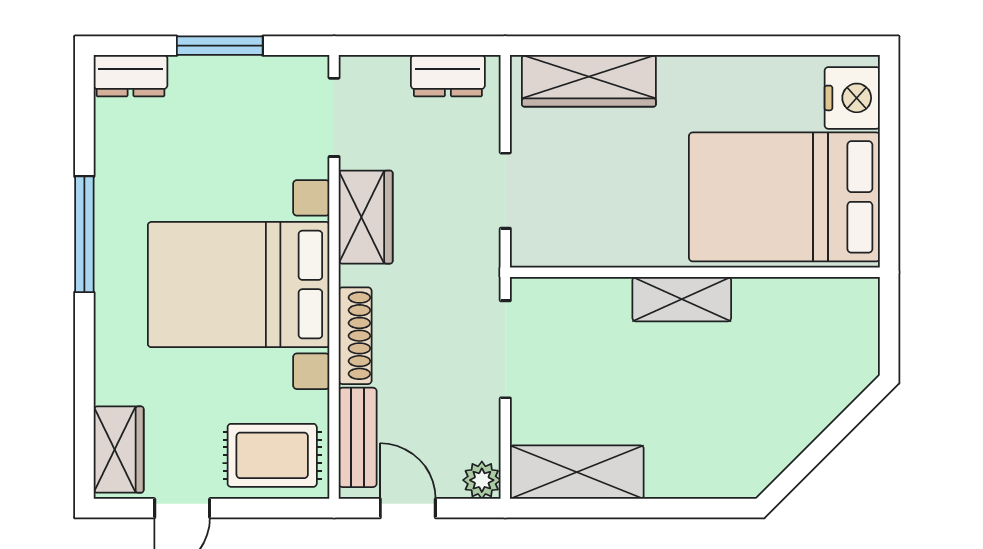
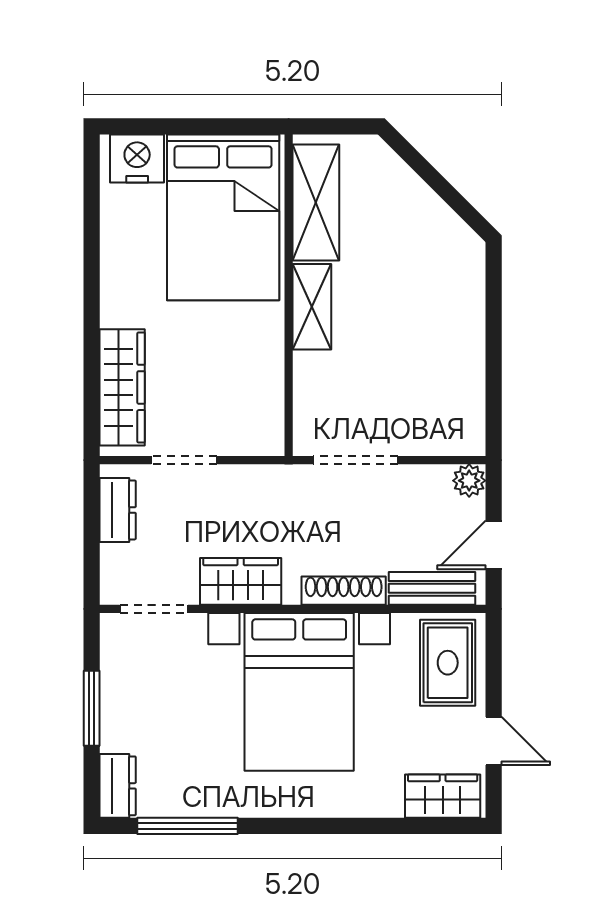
doorway: (505, 191) -> (184, 460), moved
window: (84, 234) -> (188, 826), moved
shelving: (577, 472) -> (316, 202), moved

